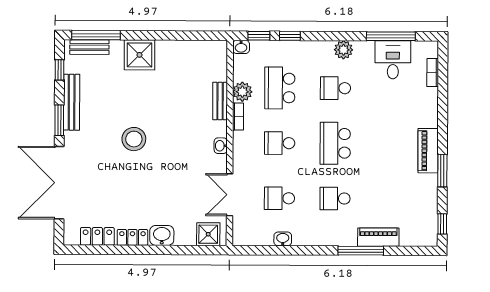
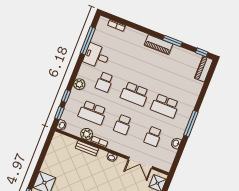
plant: (343, 50) -> (79, 84), moved
desk: (393, 60) -> (97, 56), moved
school desk: (335, 198) -> (165, 106), width x1.85
piano: (378, 237) -> (204, 69), moved
window: (361, 251) -> (191, 123), moved

